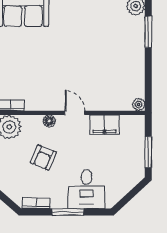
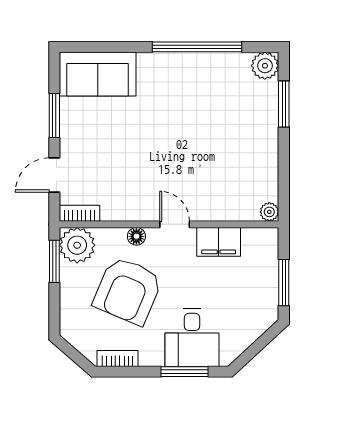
armchair: (43, 158) -> (128, 291), width x1.88, depth x1.88
window: (68, 212) -> (184, 372), moved

